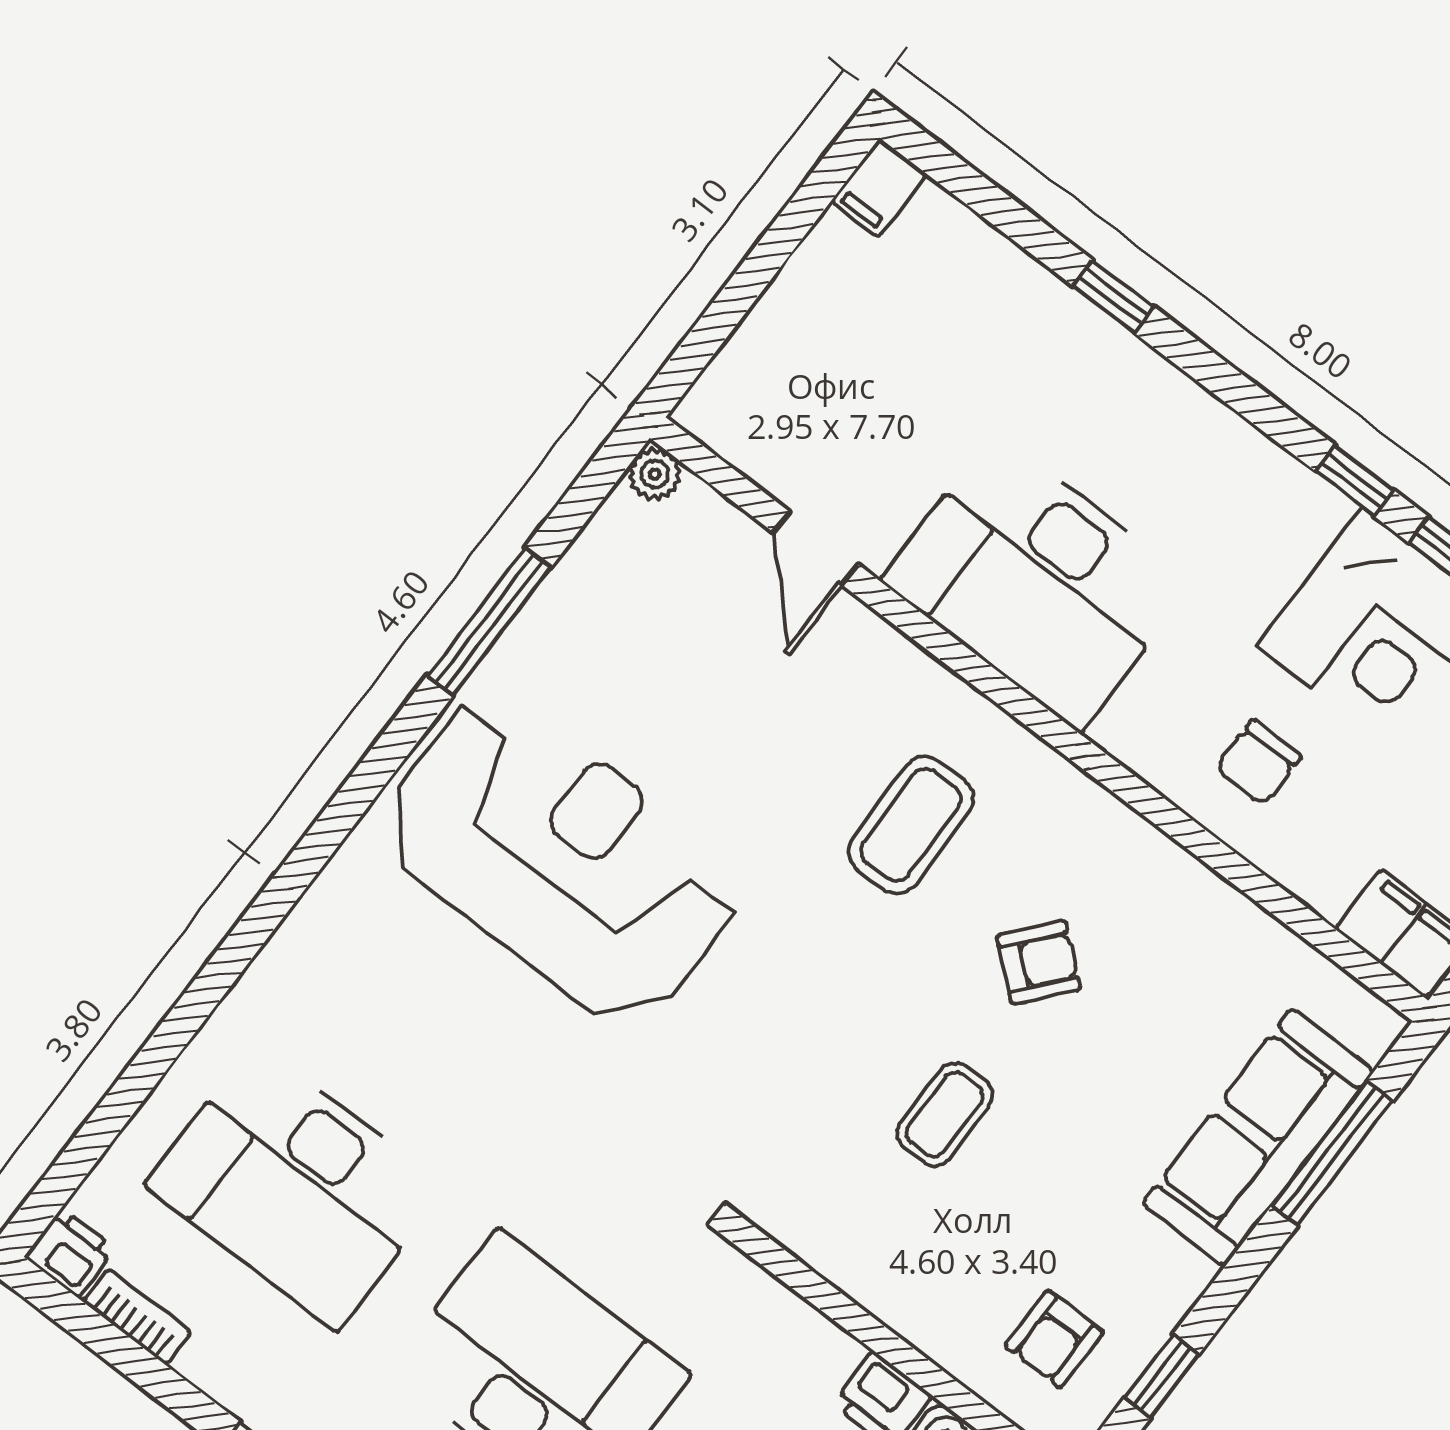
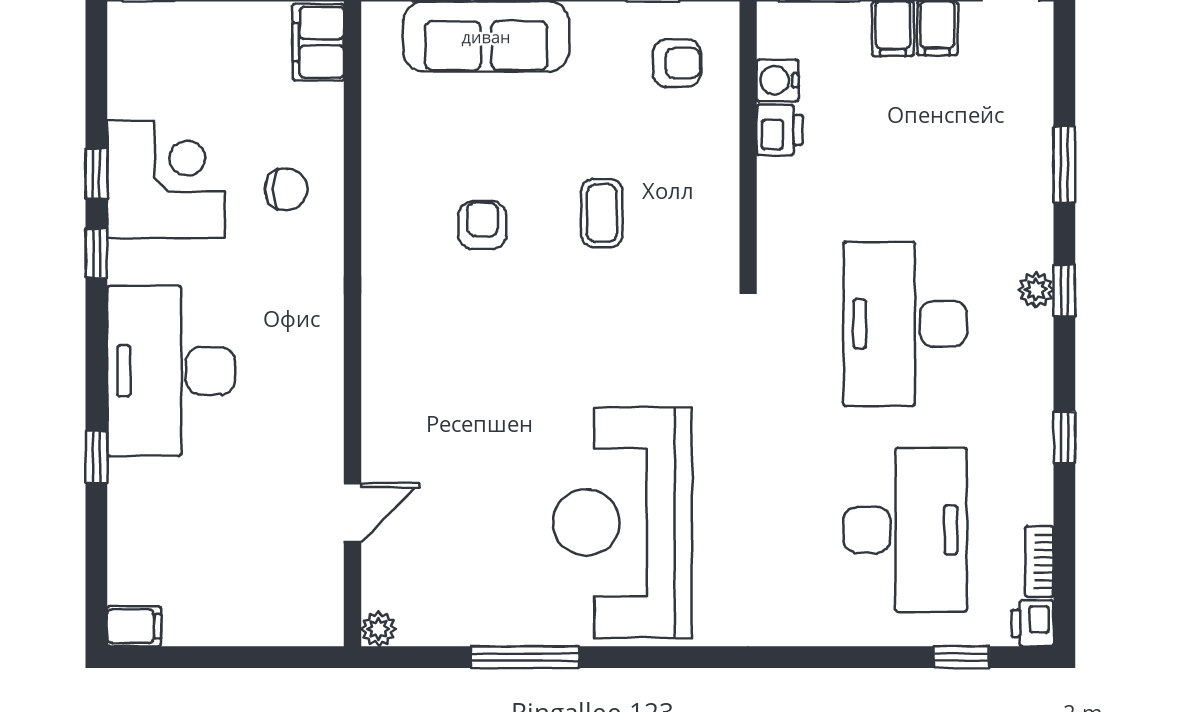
desk: (1037, 582) -> (171, 371), moved, turned 180
coffee table: (911, 825) -> (461, 349), removed
armchair: (1039, 962) -> (482, 225), turned 50
coffee table: (945, 1114) -> (602, 213), turned 90
window: (94, 1138) -> (962, 657), added

